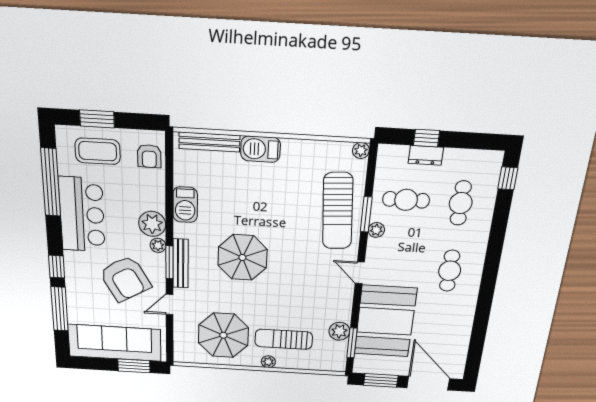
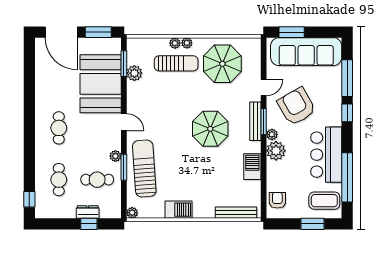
barbecue: (261, 149) -> (179, 210), moved
coffee table: (98, 151) -> (324, 201), moved
plant: (284, 362) -> (175, 43), added

